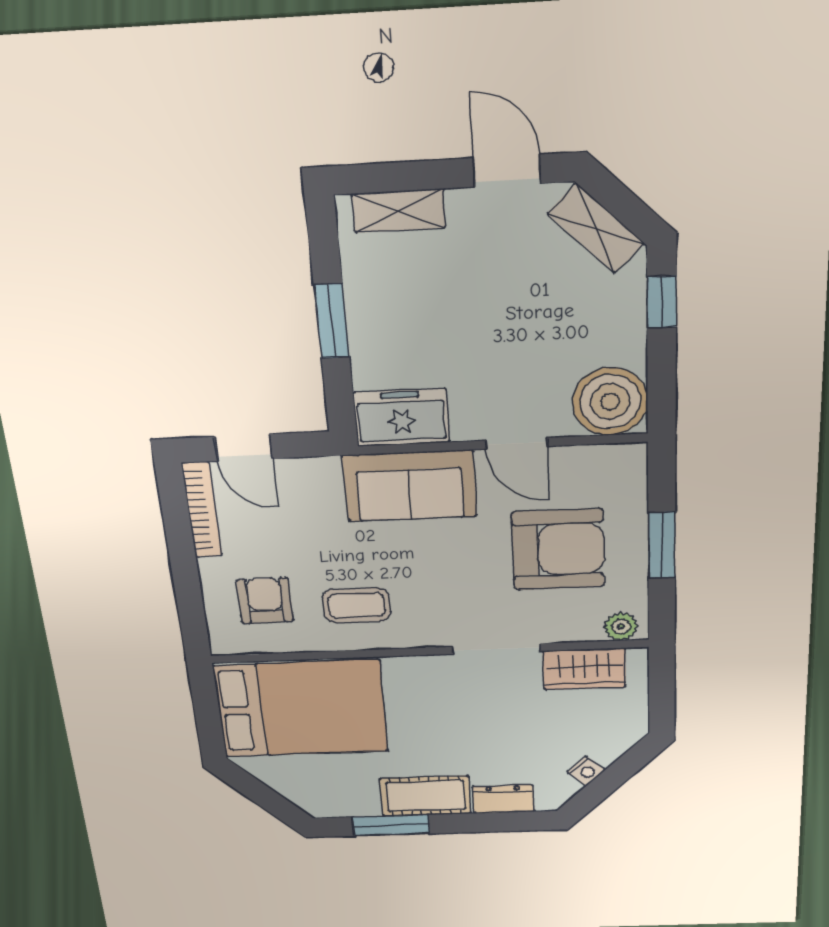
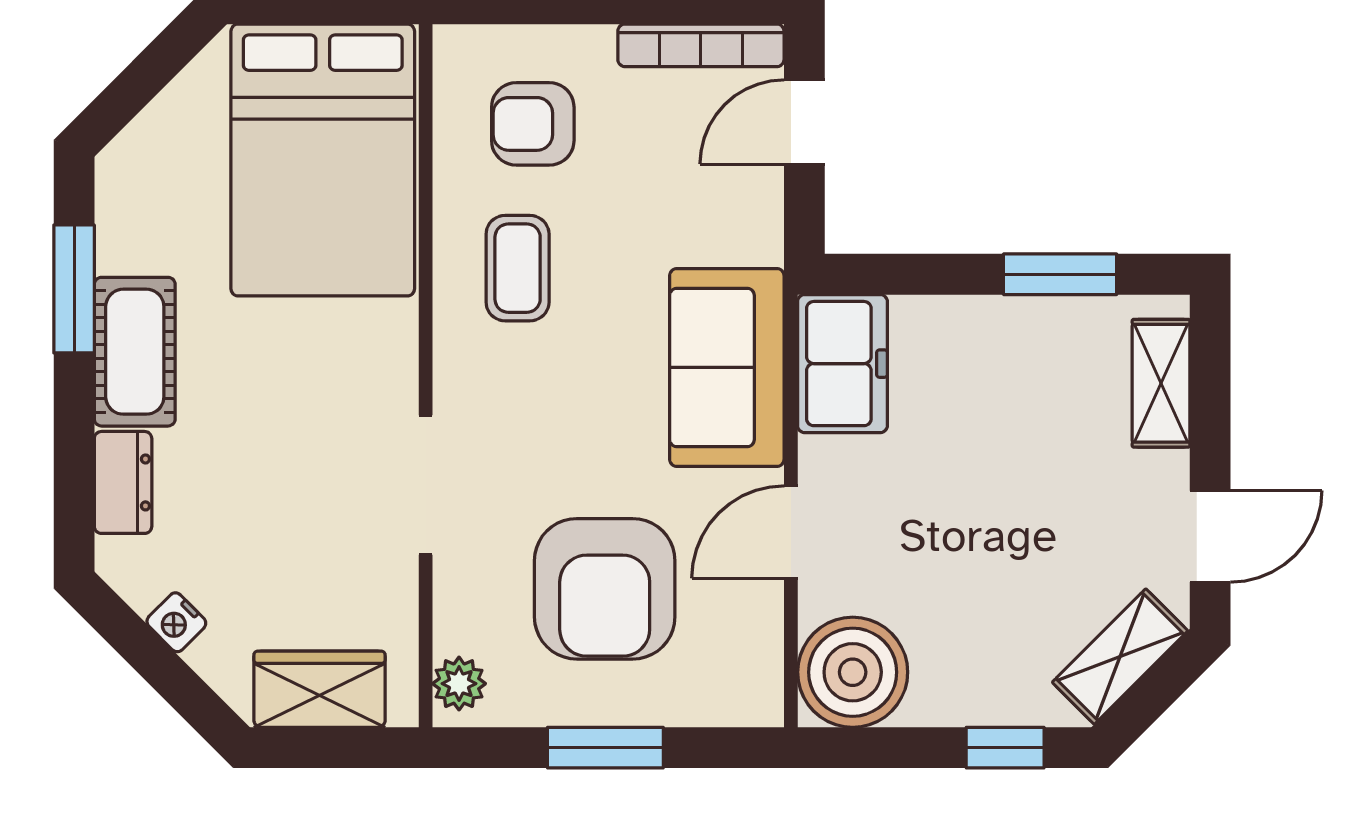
window: (332, 321) -> (1060, 274), moved
armchair: (265, 601) -> (533, 124), turned 180
wardrobe: (584, 669) -> (320, 689), moved, turned 90

